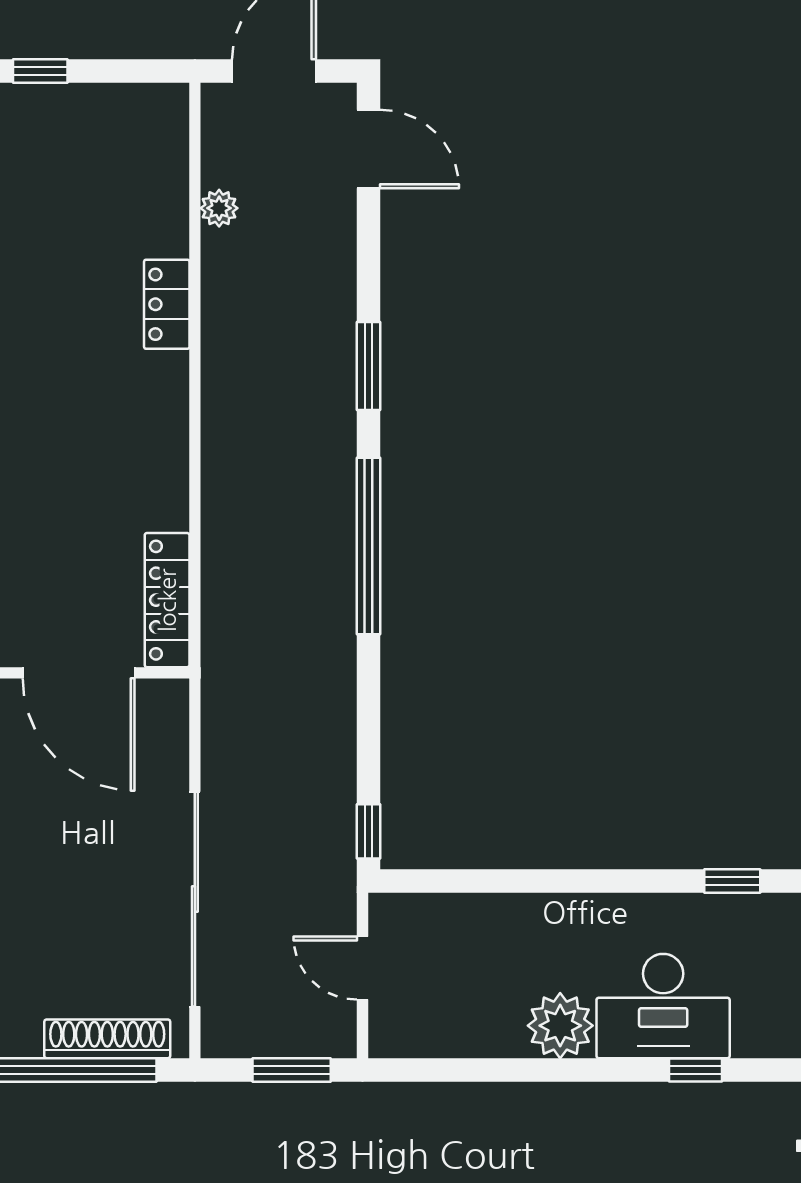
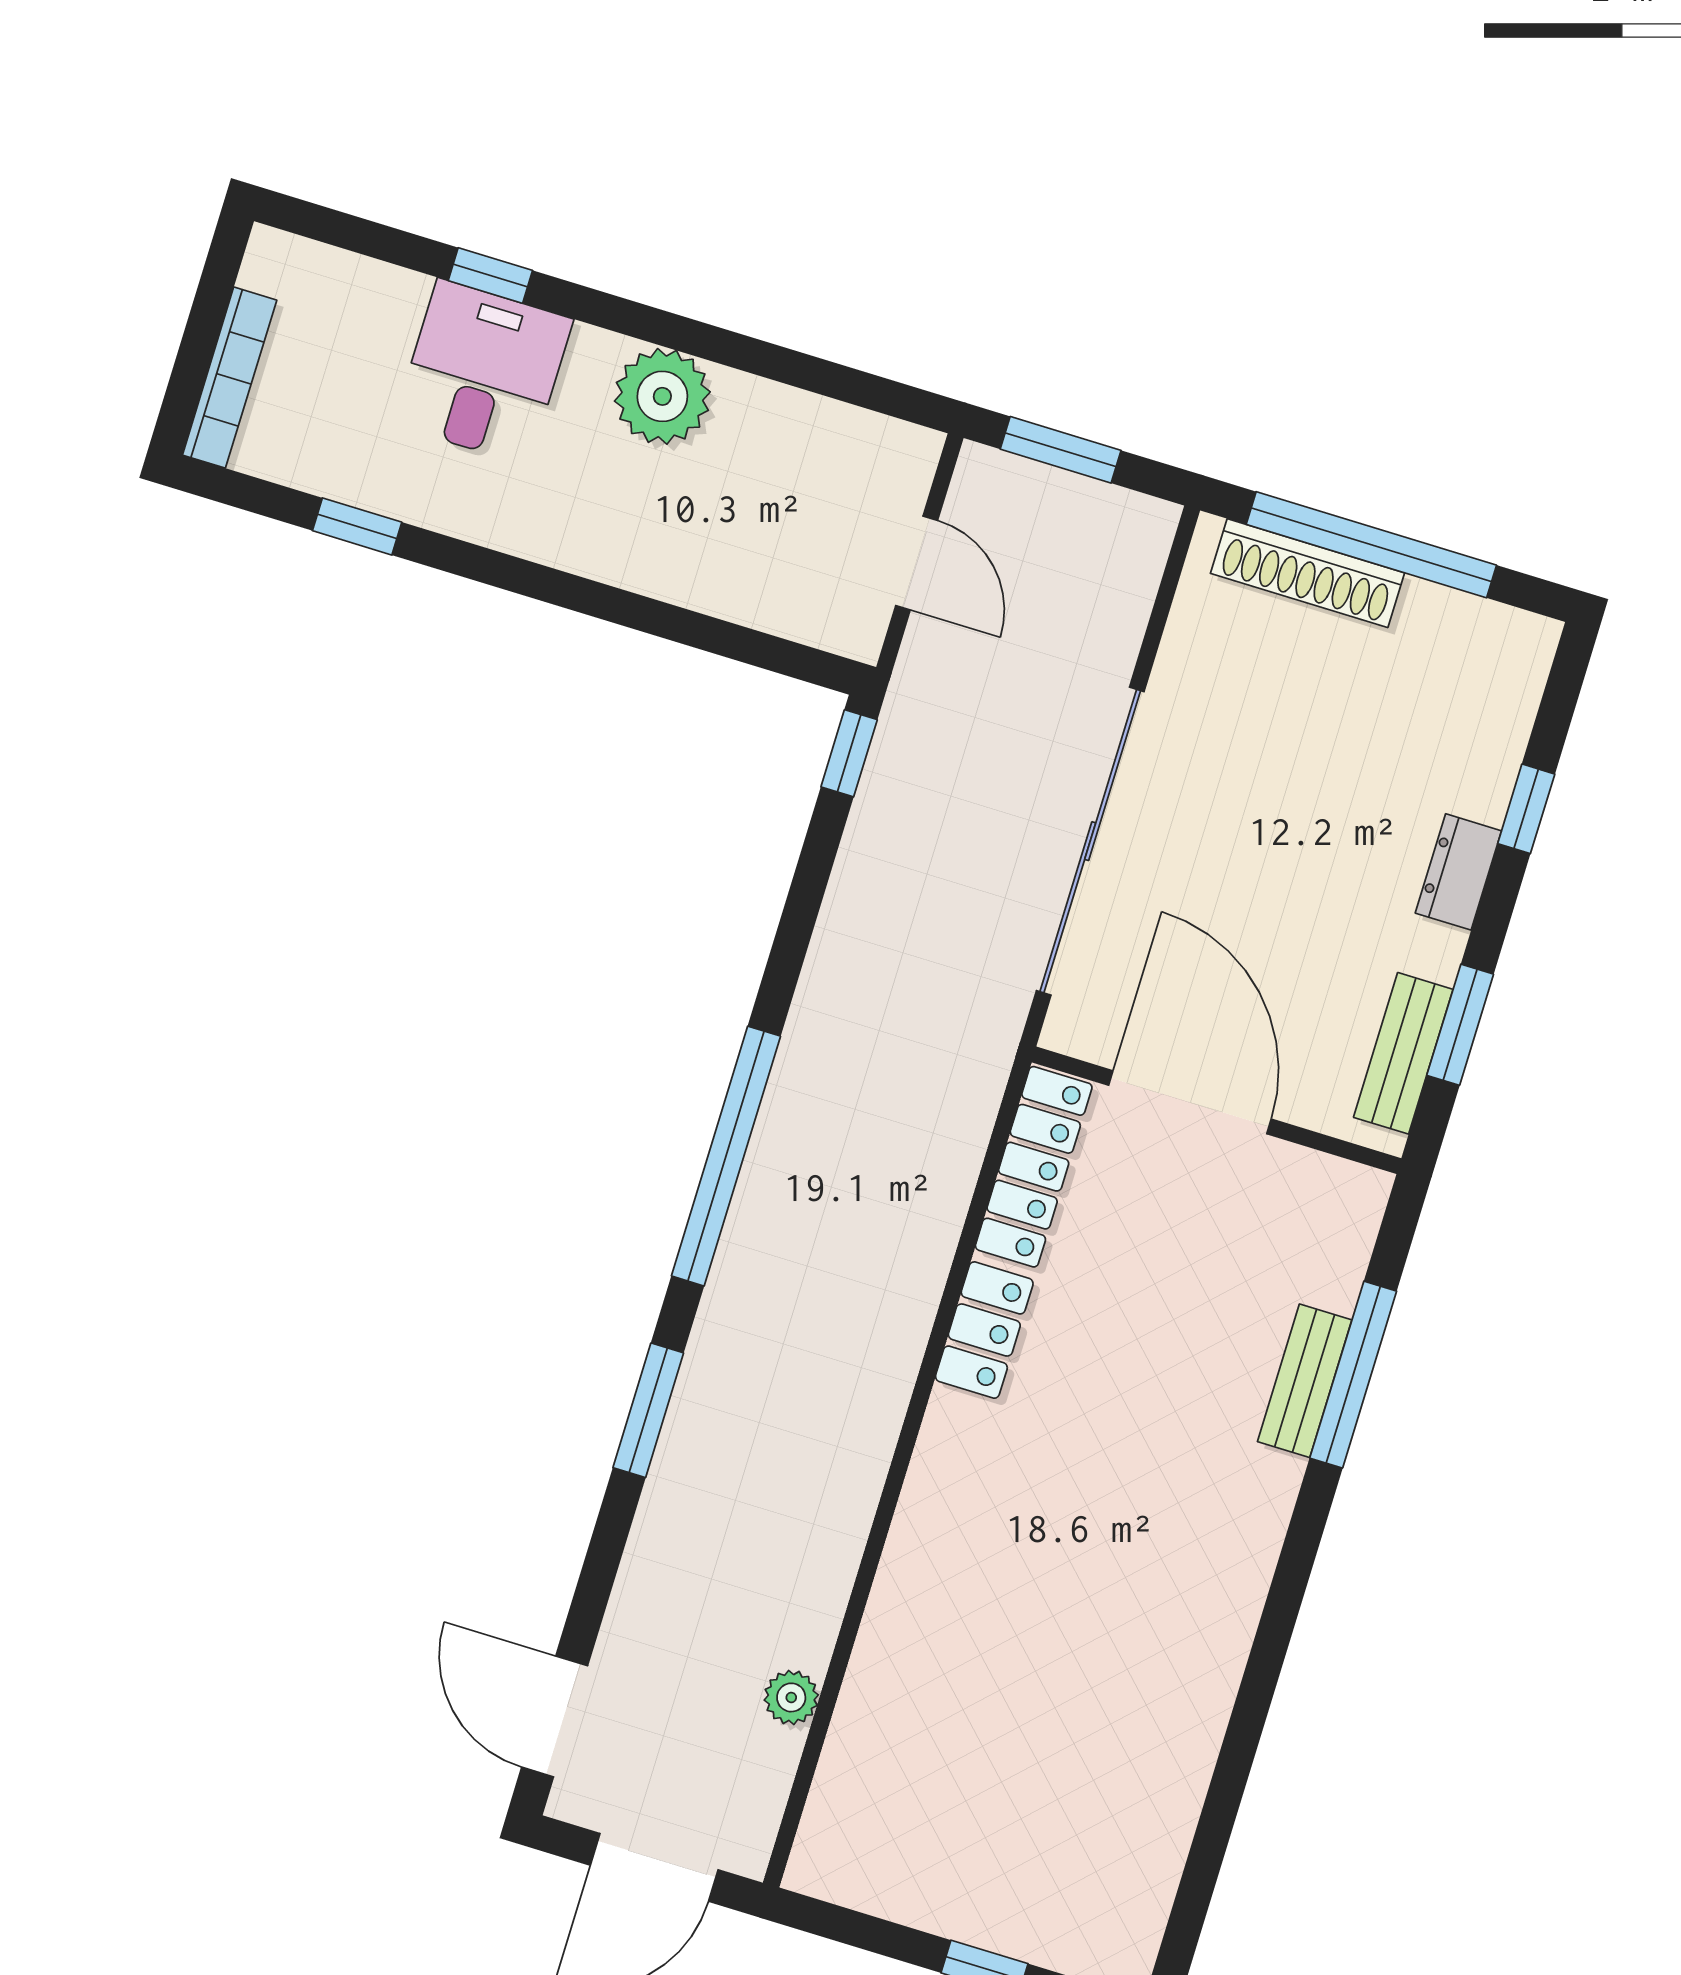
locker: (167, 304) -> (984, 1330), moved
sliding door: (195, 899) -> (1090, 841), moved
desk: (663, 1006) -> (483, 372), width x0.73

